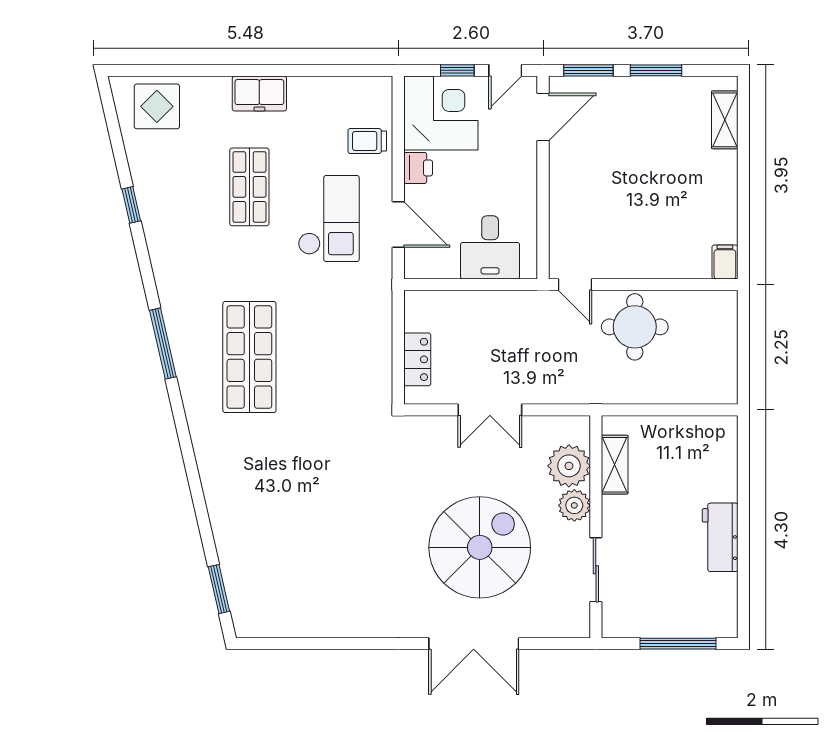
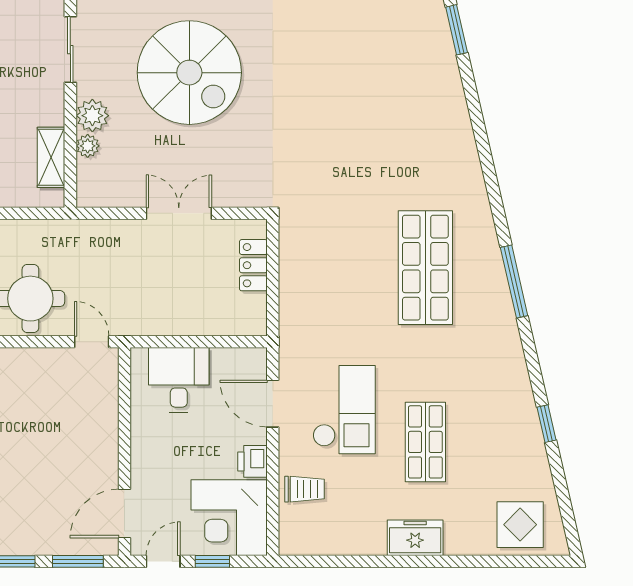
checkout: (329, 219) -> (344, 410), turned 180
plant: (569, 466) -> (88, 146), width x0.53, depth x0.53
spiral stairs: (480, 547) -> (189, 73), turned -90

